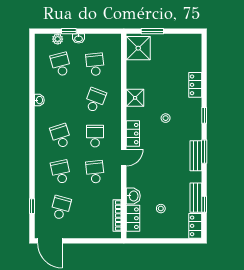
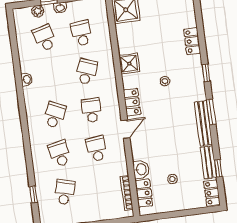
school desk: (61, 136) -> (55, 115), turned 42
bench: (196, 156) -> (203, 123), width x1.36

